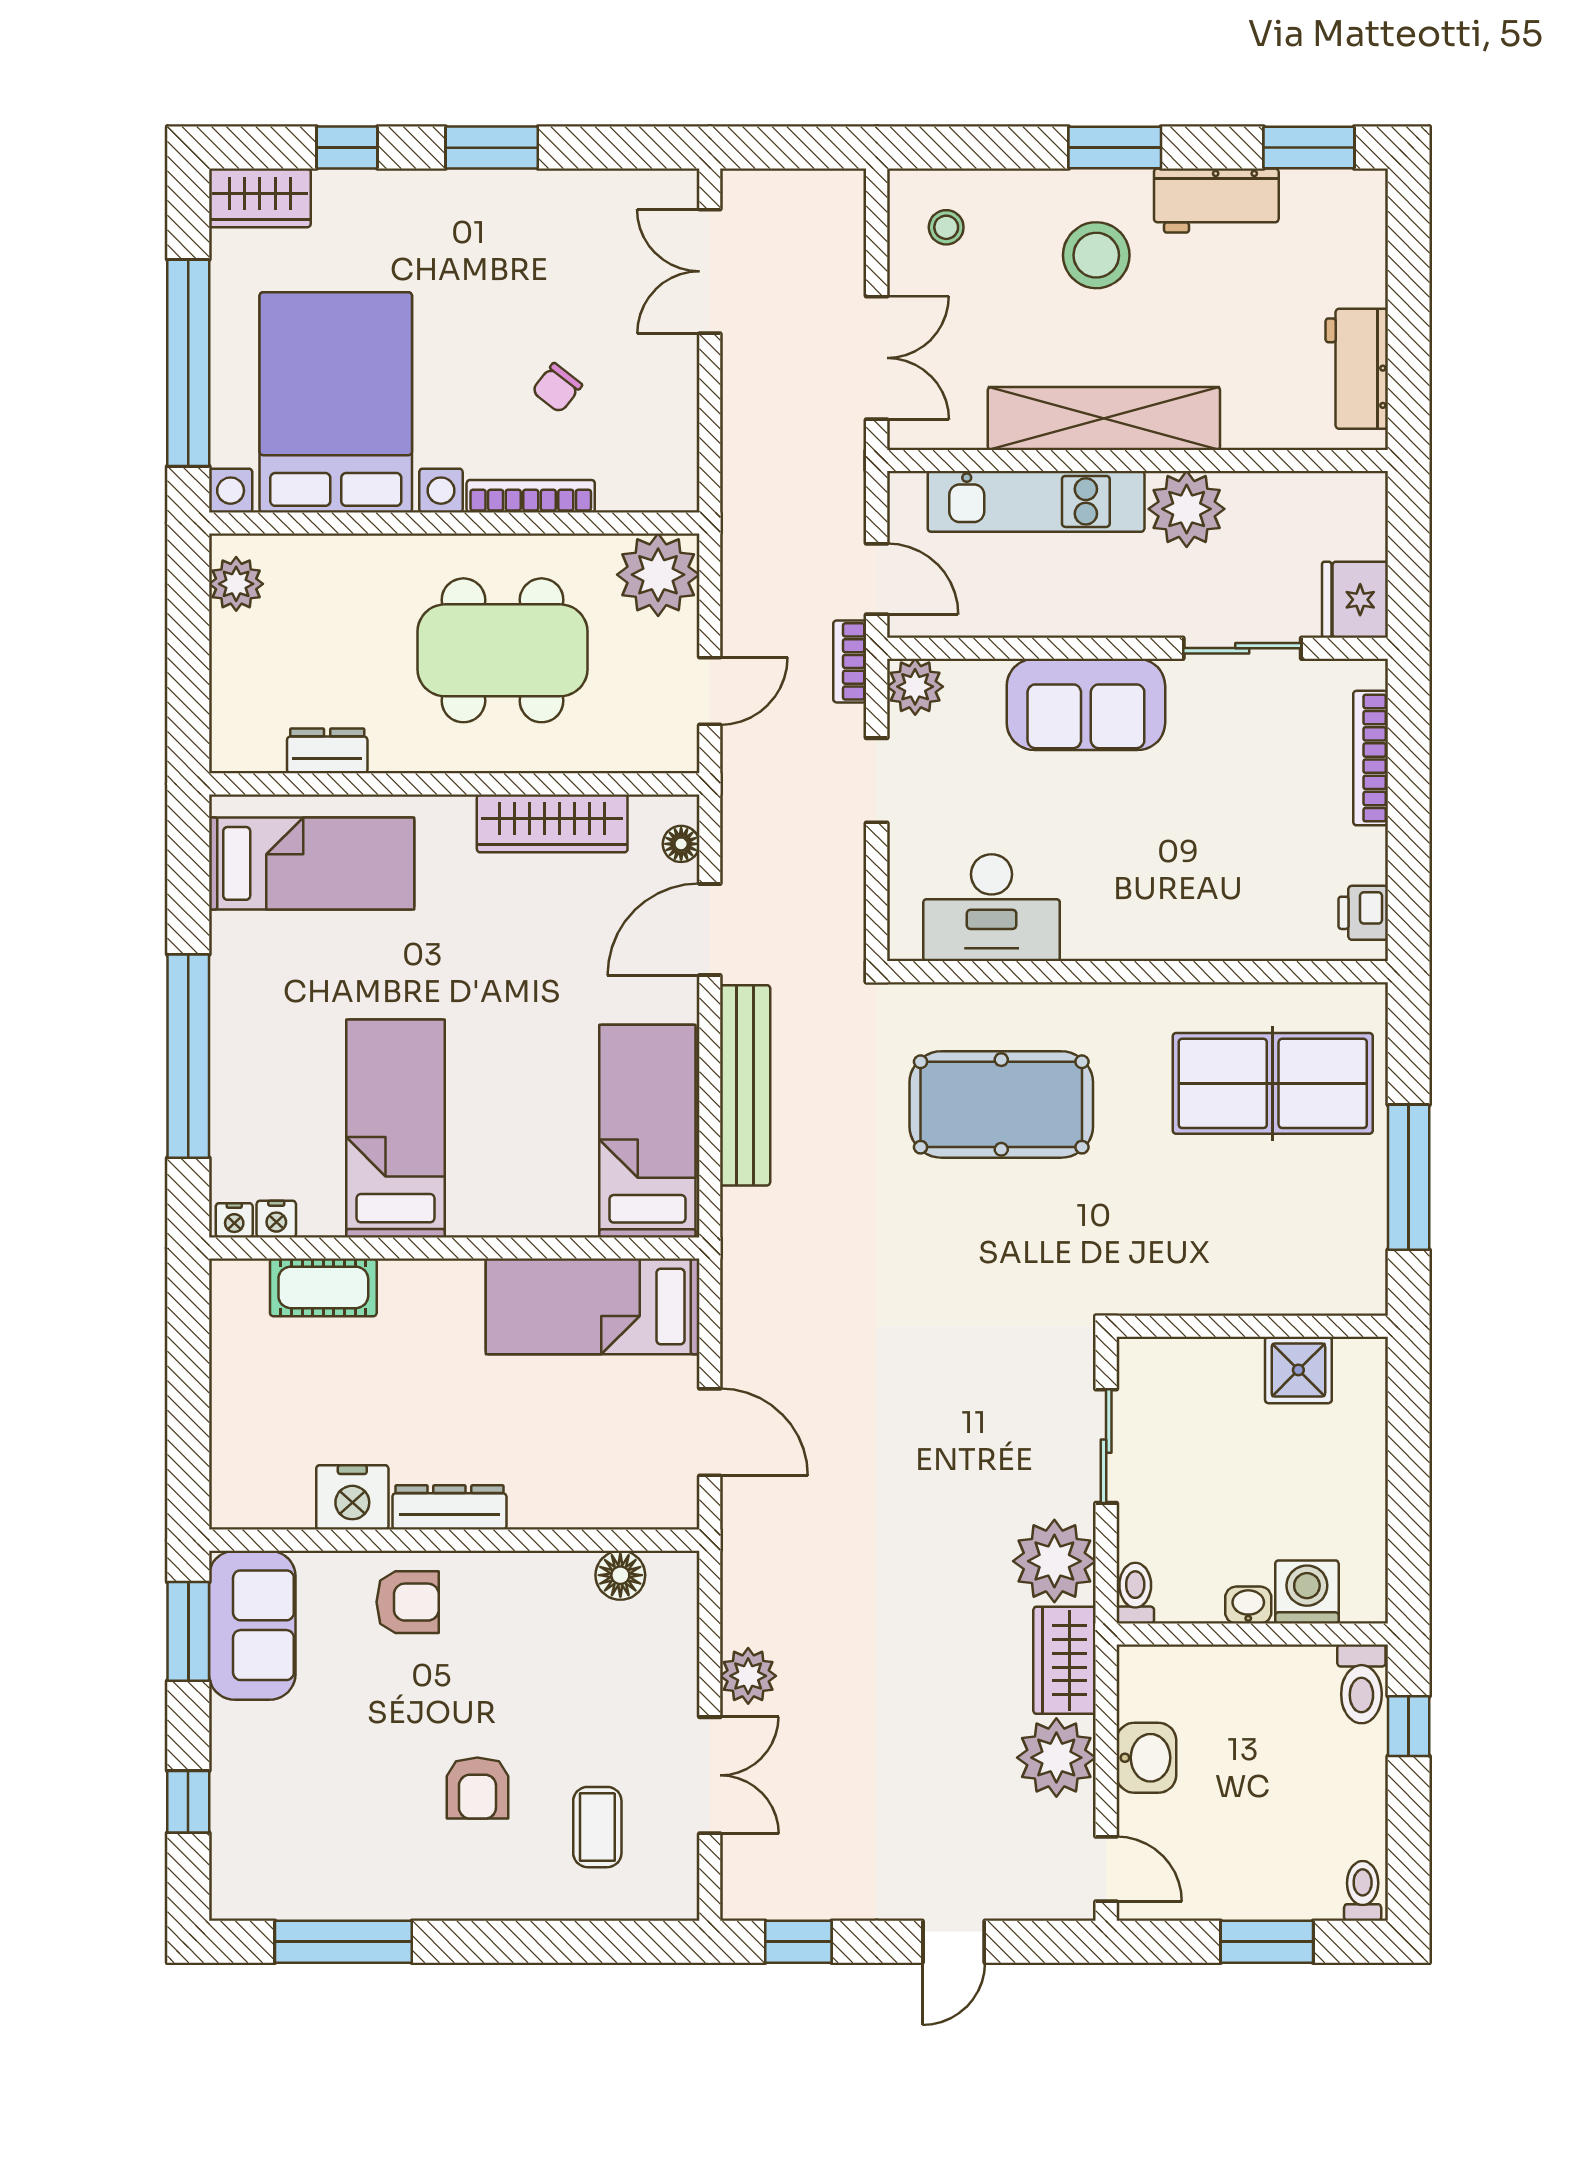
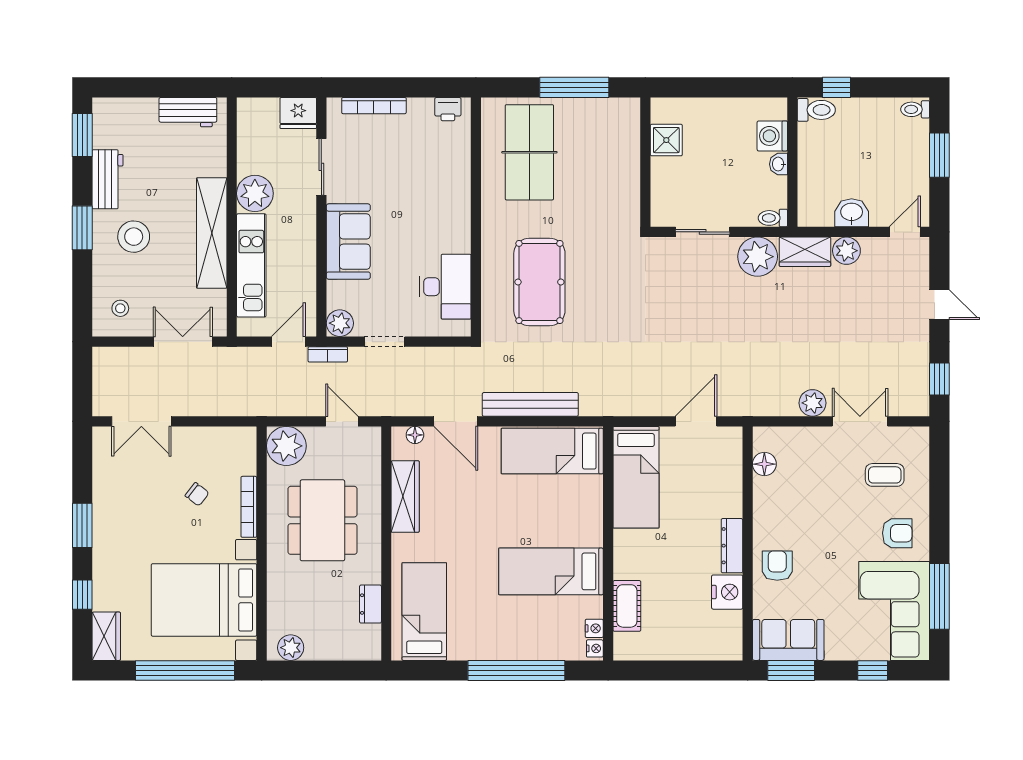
plant: (1056, 1758) -> (846, 251), width x0.73, depth x0.73
armchair: (477, 1788) -> (897, 533), moved
corner sofa: (313, 1847) -> (894, 611), added

